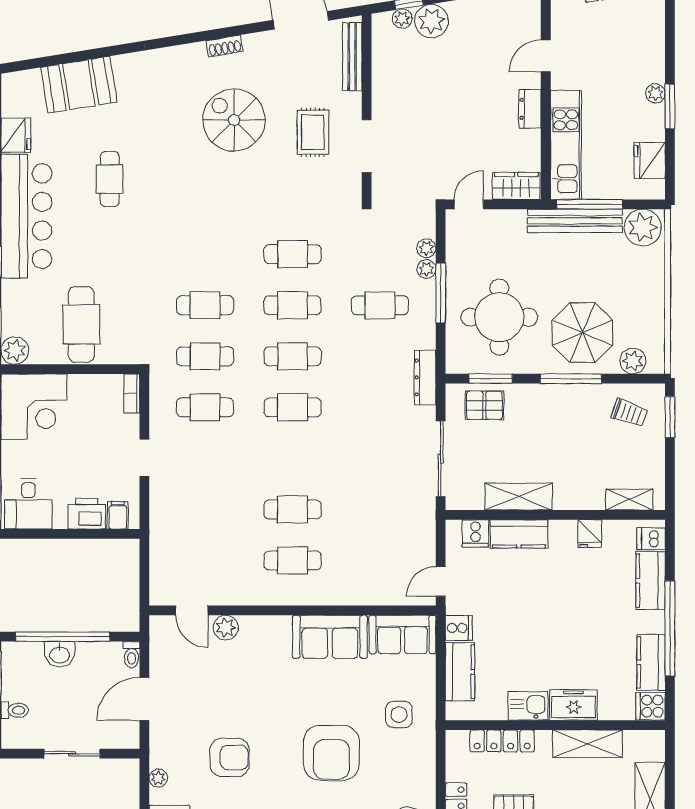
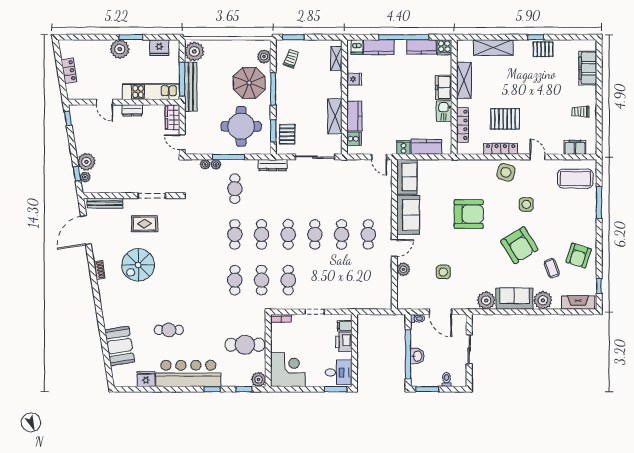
plant: (656, 93) -> (120, 49), width x1.88, depth x1.88
cafe table: (293, 254) -> (315, 234), moved
door: (192, 610) -> (394, 248), moved
side table: (399, 715) -> (443, 272), moved
armchair: (230, 757) -> (471, 267), removed
plant: (158, 778) -> (486, 300), width x1.88, depth x1.88

